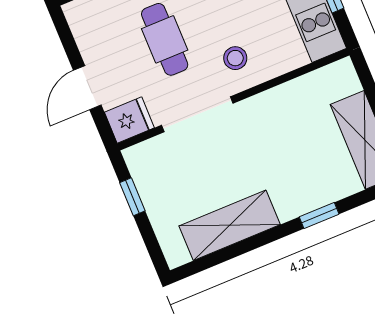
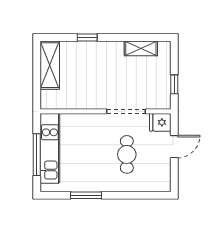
stool: (235, 58) -> (96, 131), removed
shelving: (230, 225) -> (141, 48), width x0.67, depth x0.75

